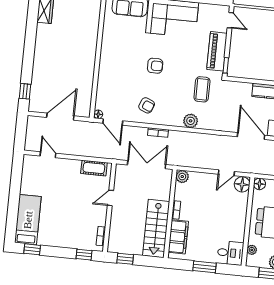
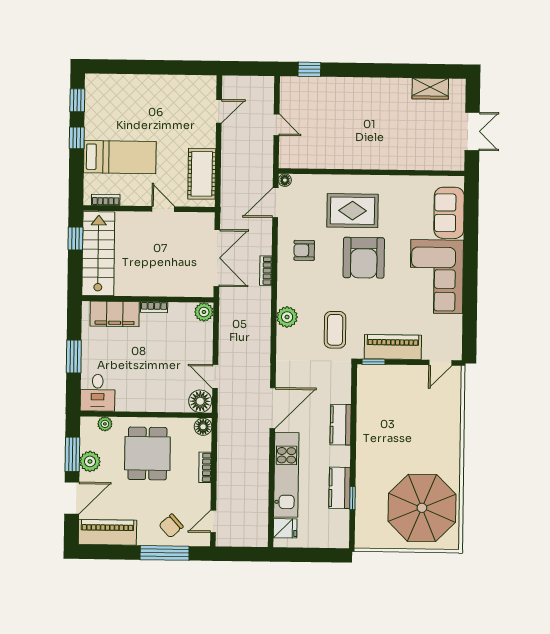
armchair: (155, 66) -> (364, 258), width x1.88, depth x1.88
rug: (123, 71) -> (353, 211), added
coffee table: (202, 89) -> (335, 330), turned 90
armchair: (147, 105) -> (304, 250), turned 68
door: (60, 117) -> (276, 125), width x0.53
cot: (94, 168) -> (202, 174), width x1.37, depth x1.34
bed: (28, 220) -> (120, 157), moved
stairs: (156, 228) -> (98, 254), moved, turned 90
window: (84, 255) -> (77, 138), moved

